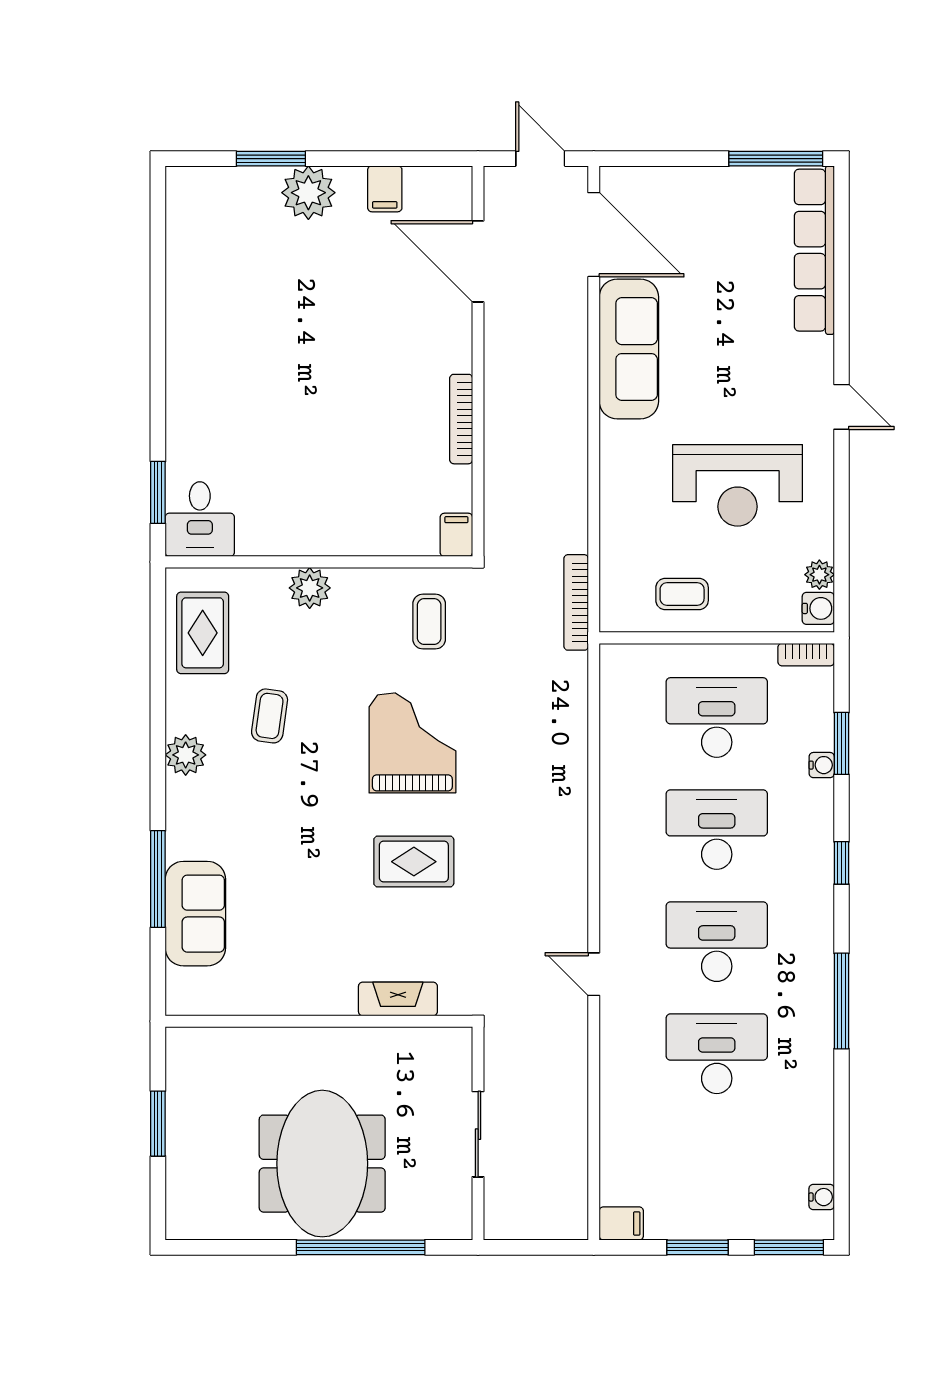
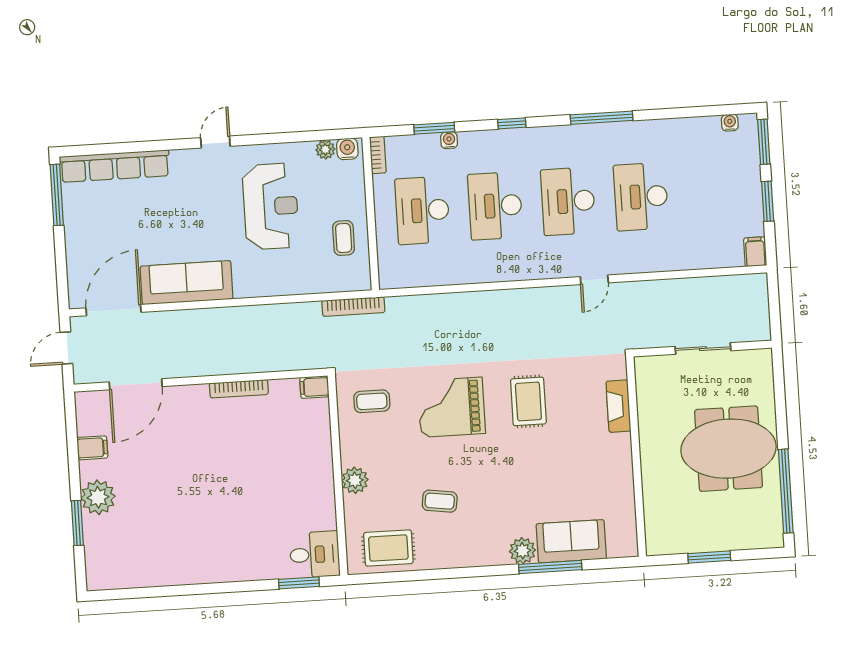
plant: (186, 755) -> (522, 551), moved
window: (361, 1247) -> (786, 491), moved

